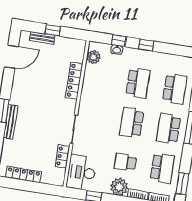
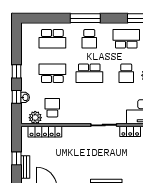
school desk: (101, 77) -> (52, 108), added
locker: (74, 81) -> (45, 132), moved
school desk: (175, 89) -> (52, 39), turned 180
school desk: (169, 128) -> (89, 39), width x0.54

